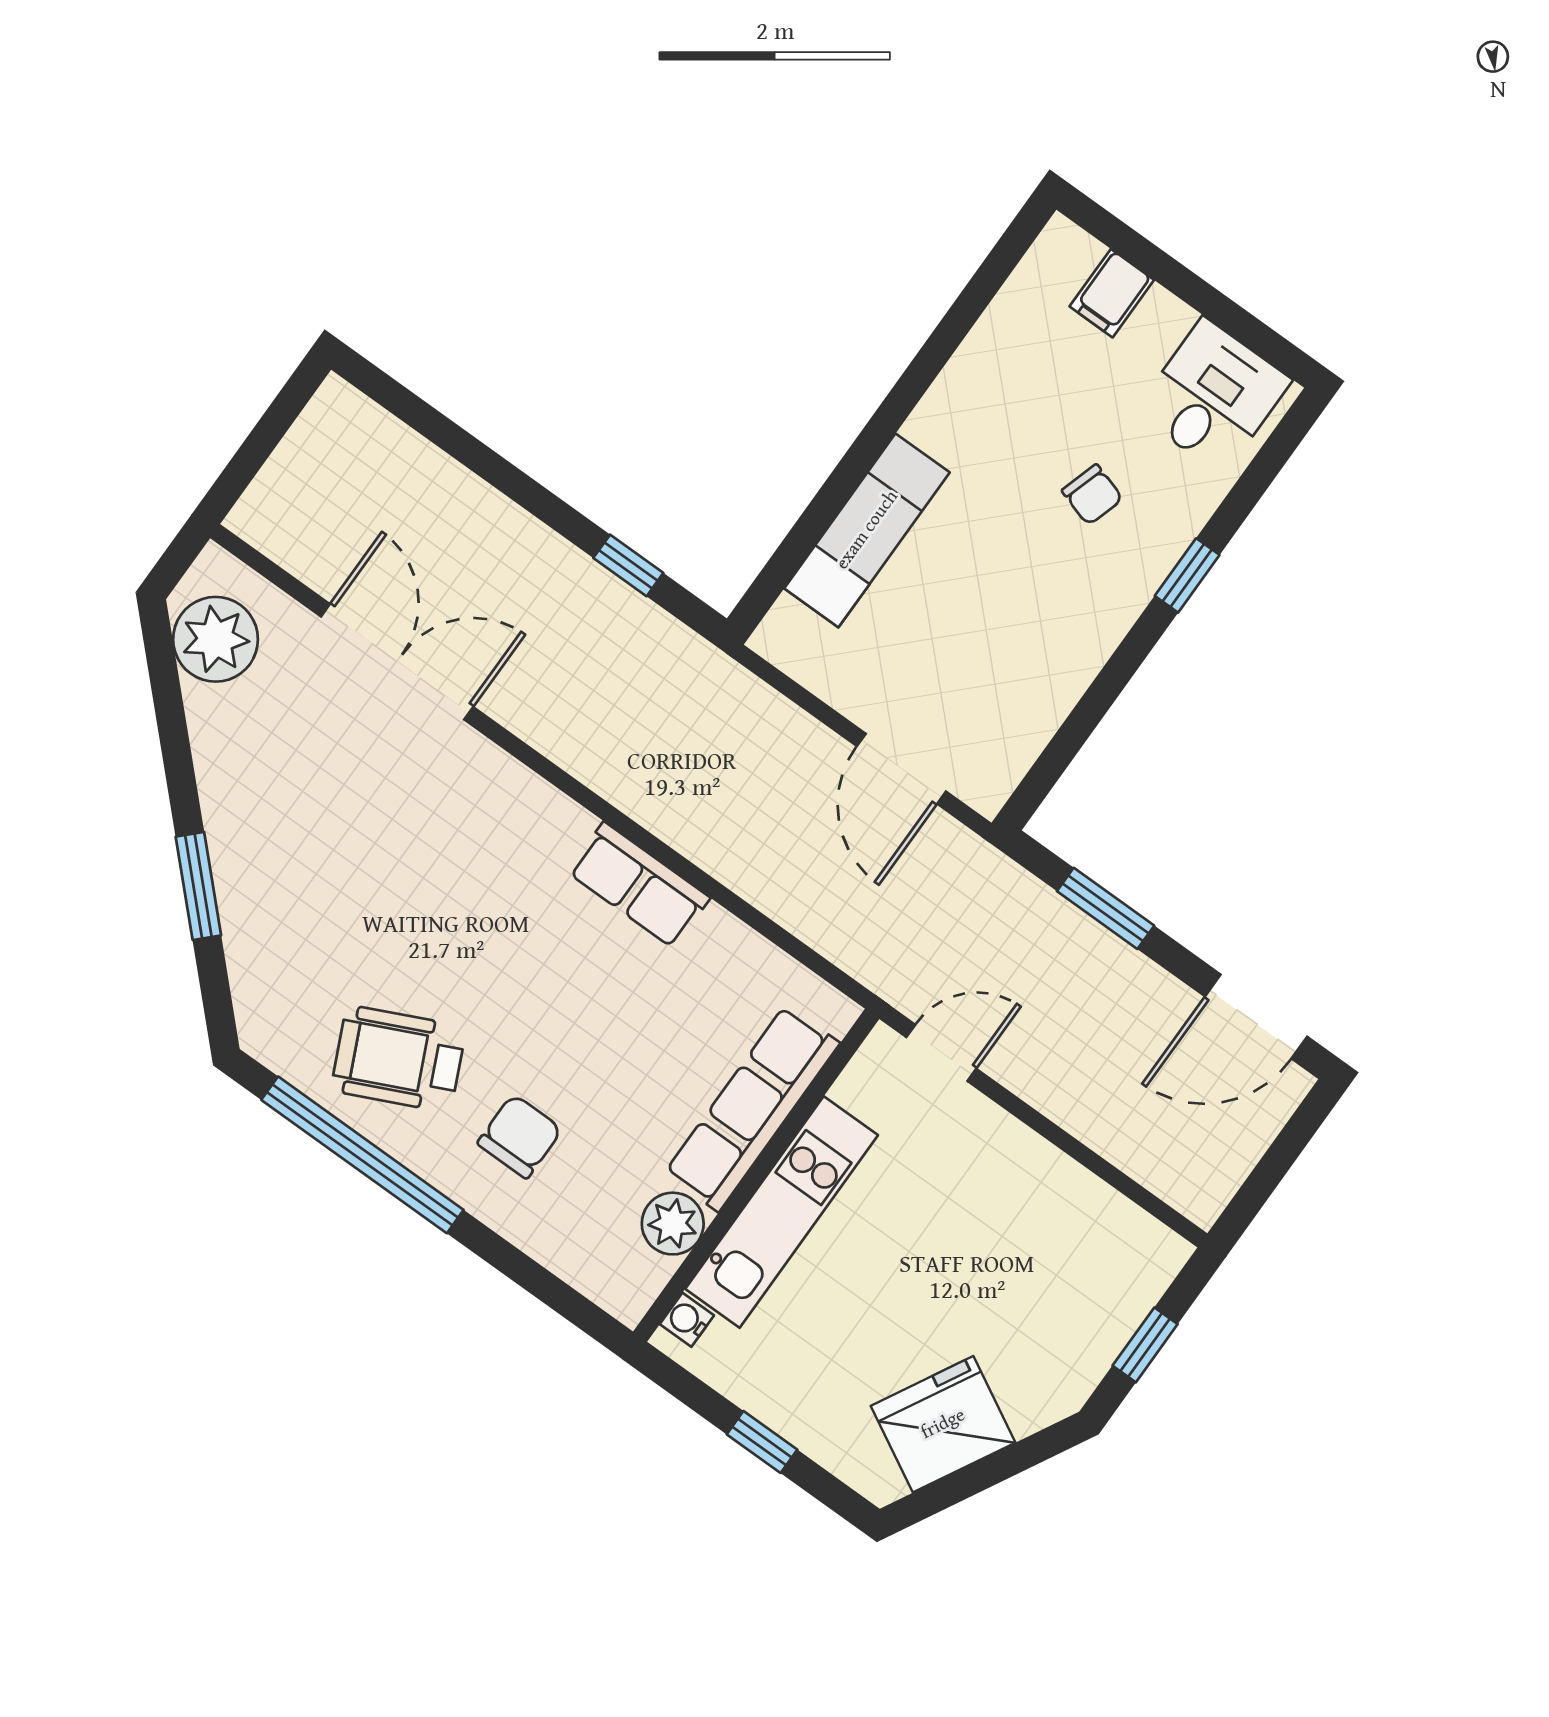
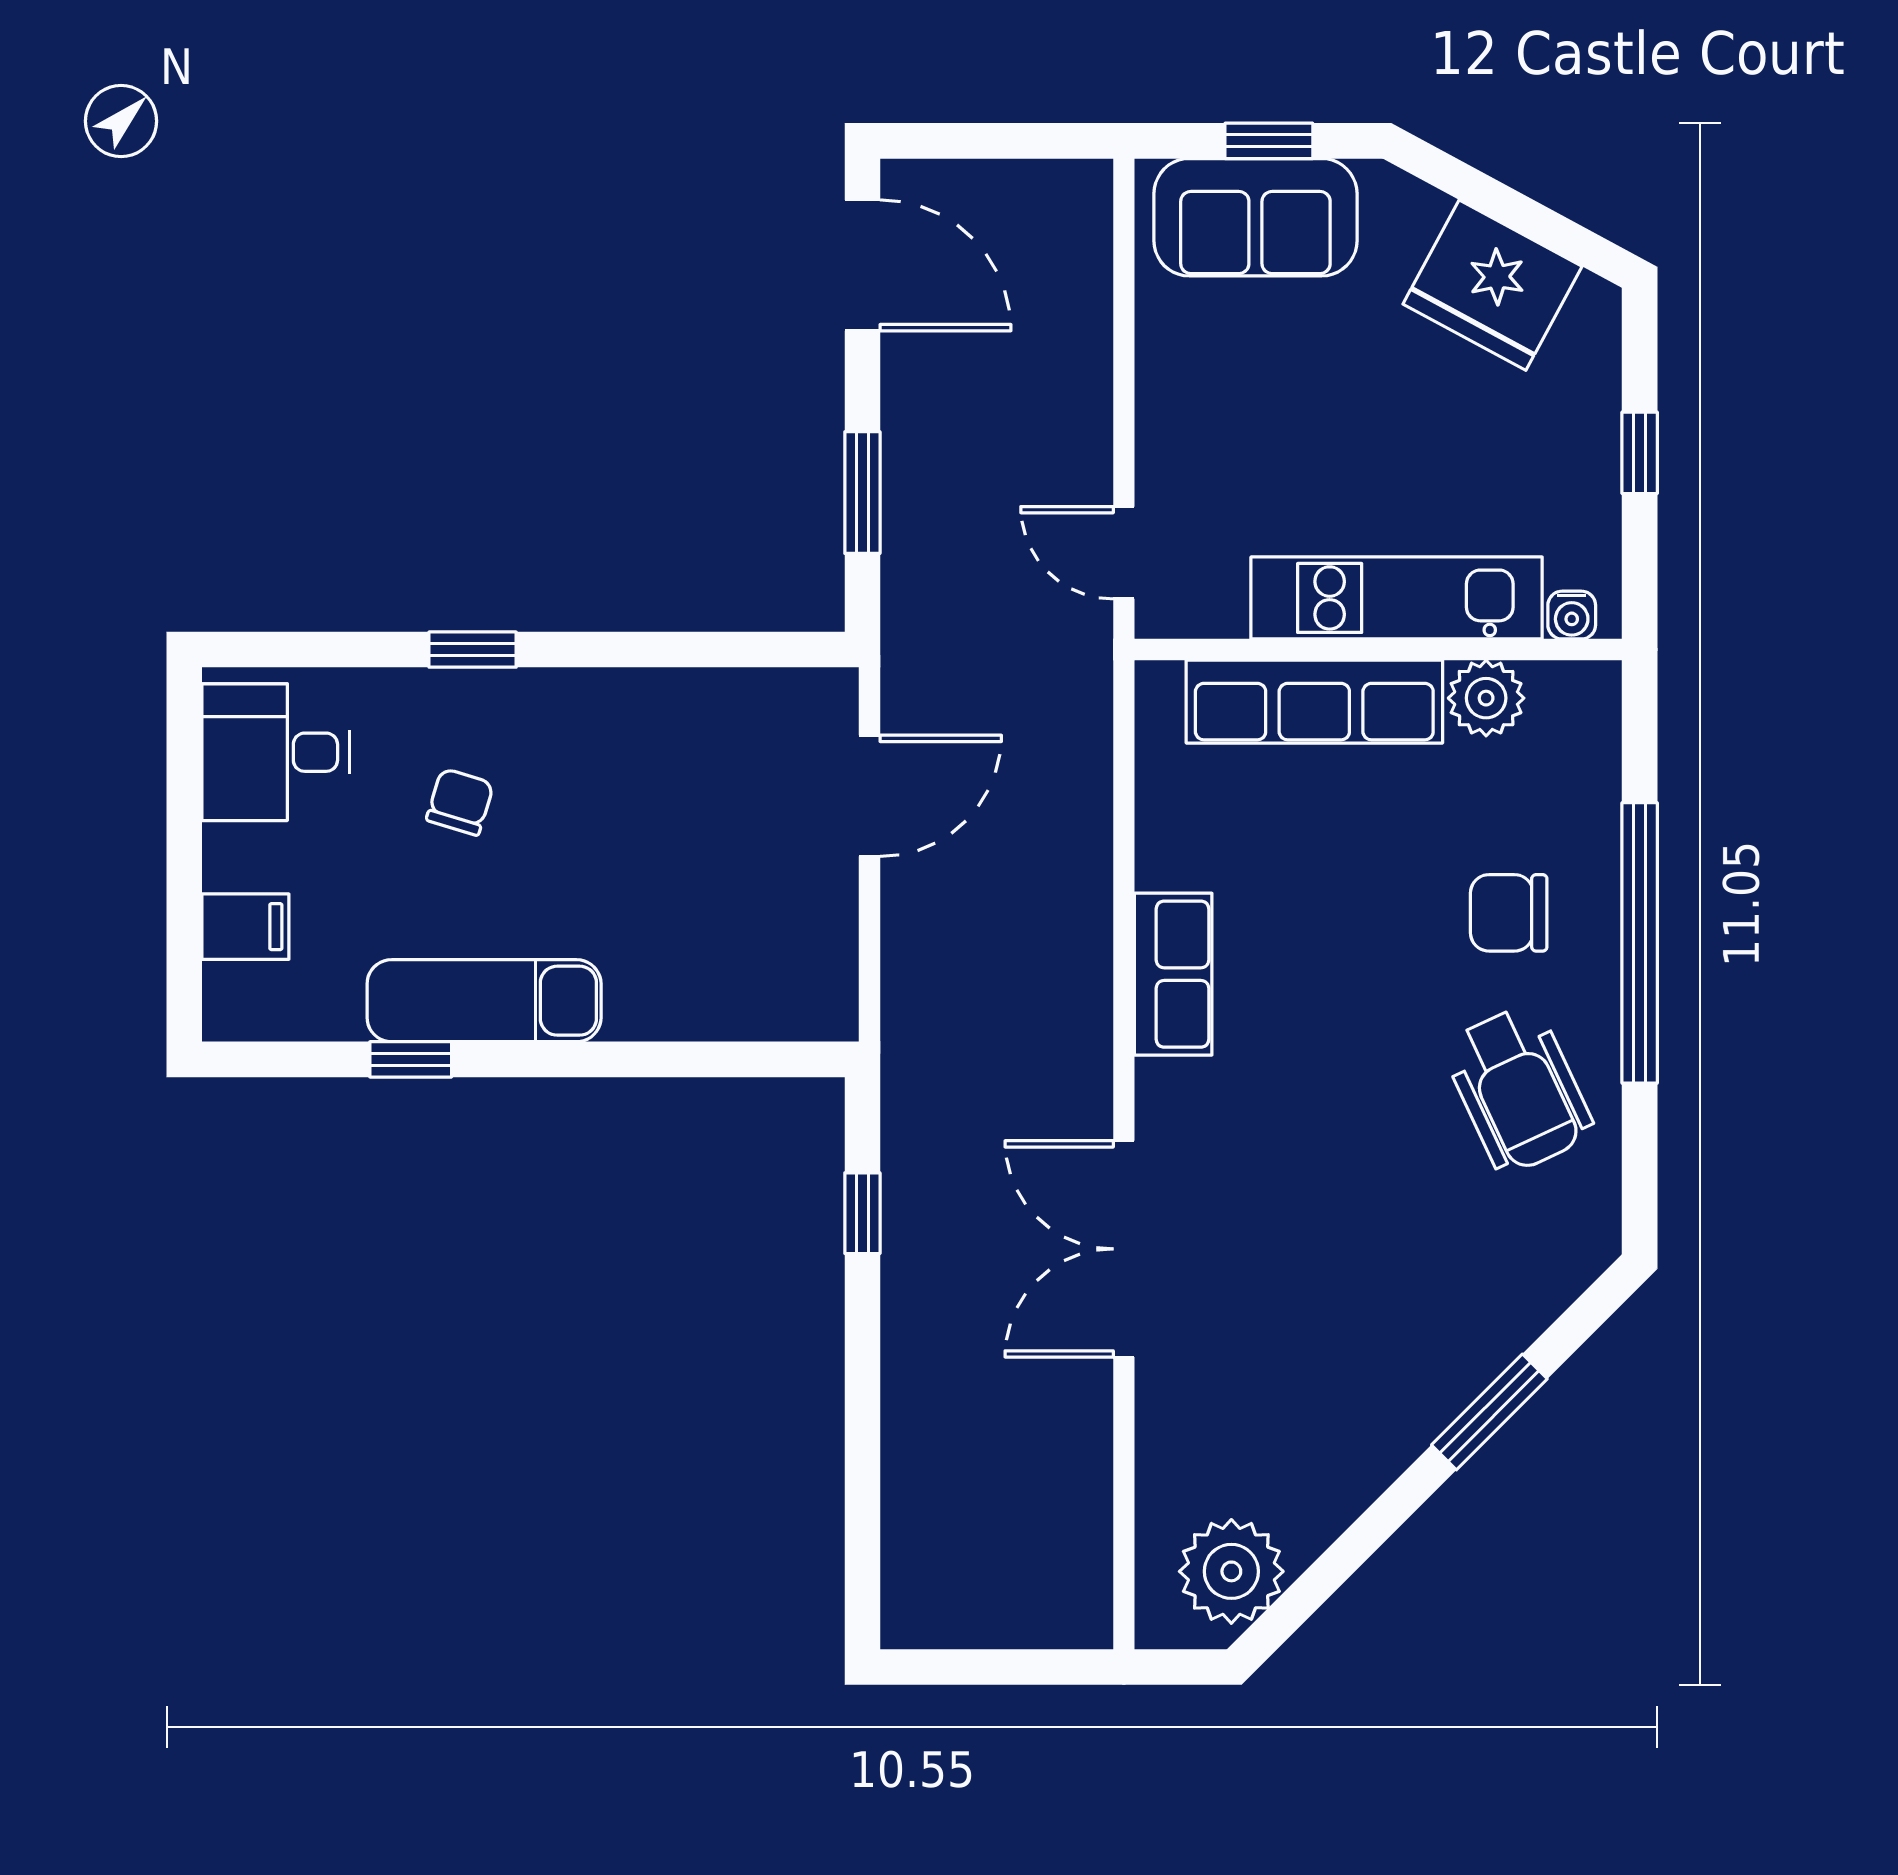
window: (945, 339) -> (411, 1059), added
exam couch: (867, 530) -> (484, 1001), moved
double door: (397, 662) -> (1124, 1249), moved
window: (362, 1155) -> (1640, 943), moved
sofa: (1101, 1300) -> (1255, 217), added

